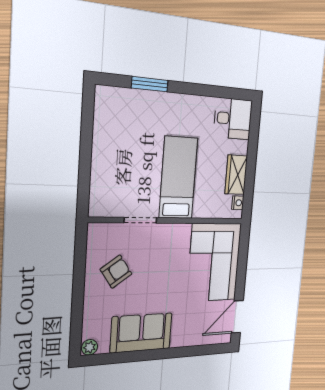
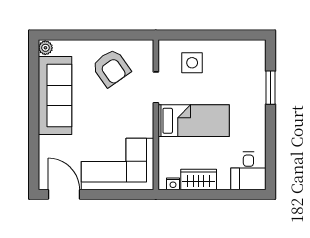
side table: (116, 177) -> (192, 63), added
armchair: (116, 272) -> (111, 68), width x1.38, depth x1.38
sofa: (141, 333) -> (55, 95), width x1.36

